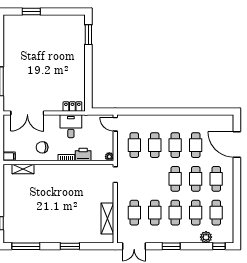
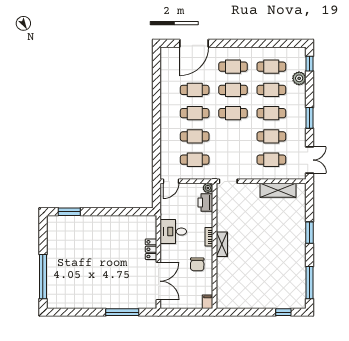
window: (31, 11) -> (43, 277), width x2.11
locker: (72, 107) -> (151, 249), moved
printer: (83, 155) -> (205, 203), moved
shelving: (23, 169) -> (222, 244), moved

